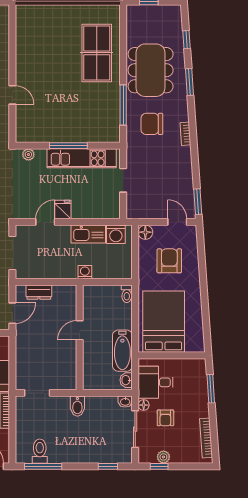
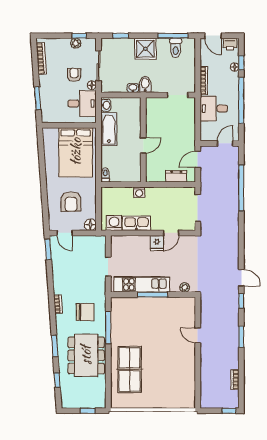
washbasin: (125, 402) -> (133, 88), moved
shower: (77, 450) -> (145, 49), added

